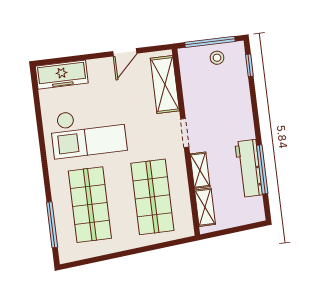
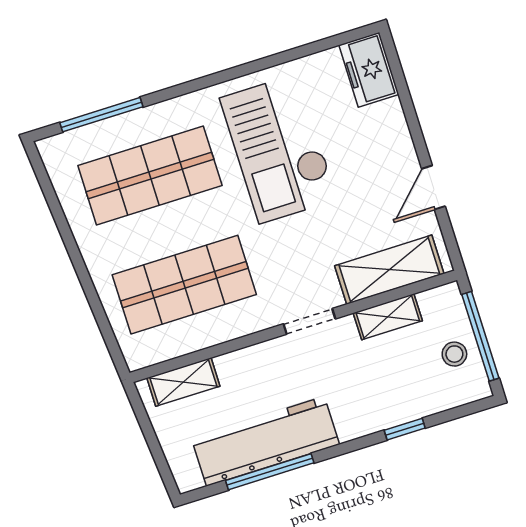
door: (125, 52) -> (433, 187), hinge flipped
window: (249, 65) -> (405, 429), moved
freezer: (62, 75) -> (369, 70), width x0.71
workbench: (249, 168) -> (265, 441), width x1.36, depth x1.32
shelving: (200, 170) -> (388, 317), moved

